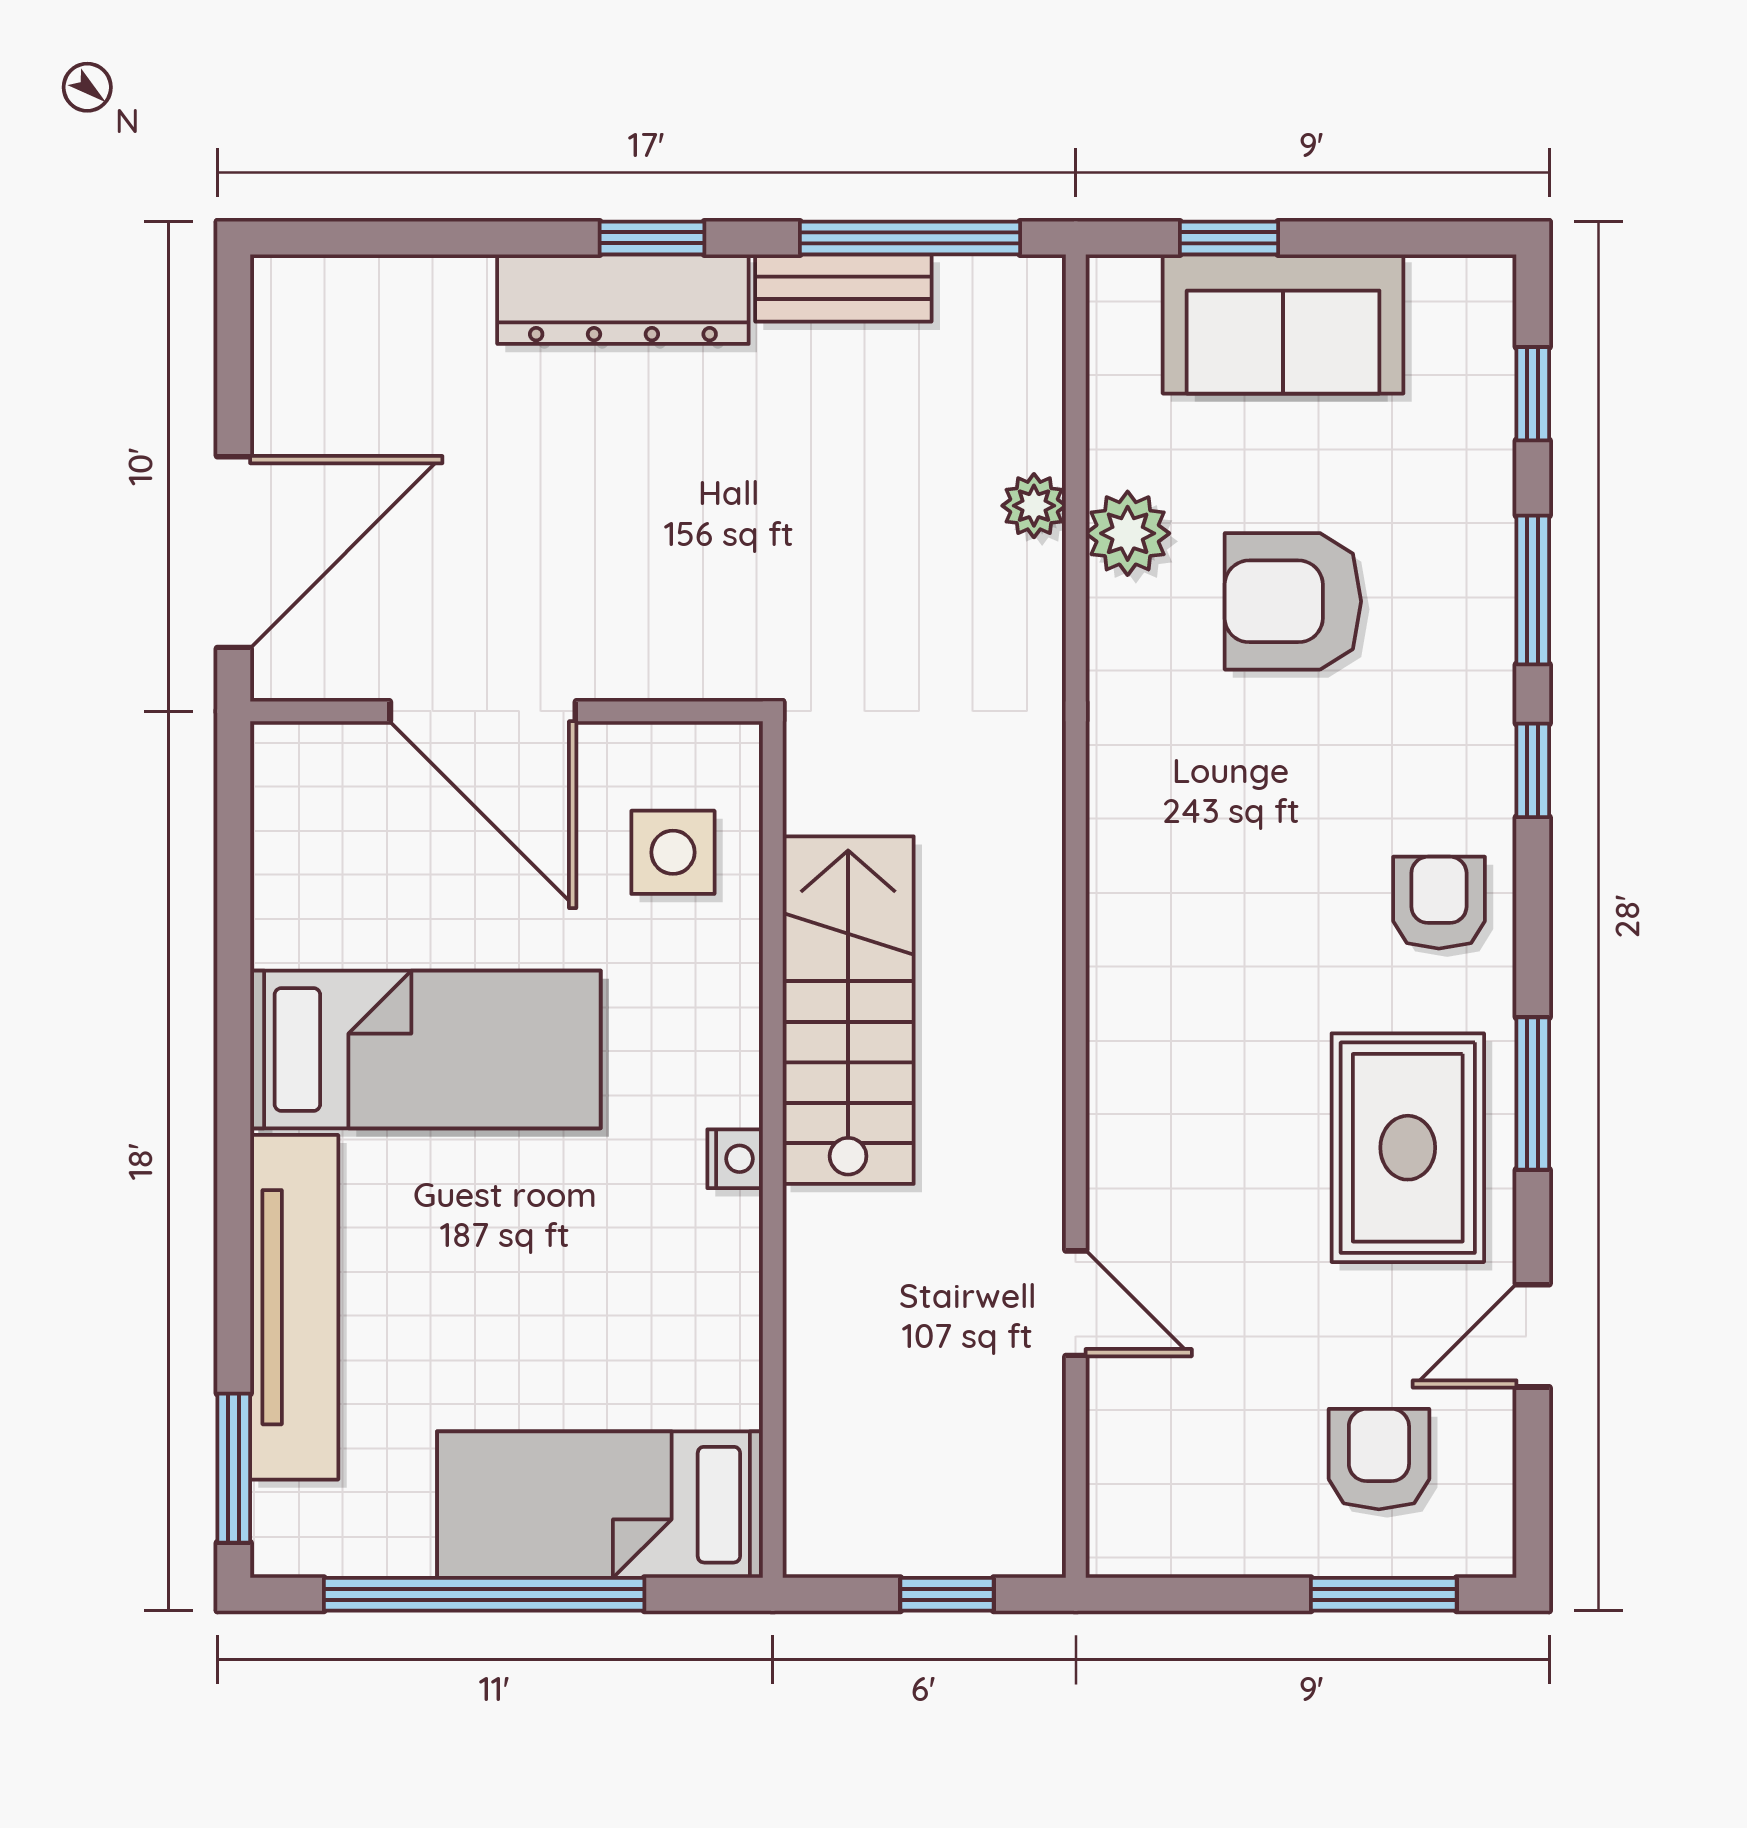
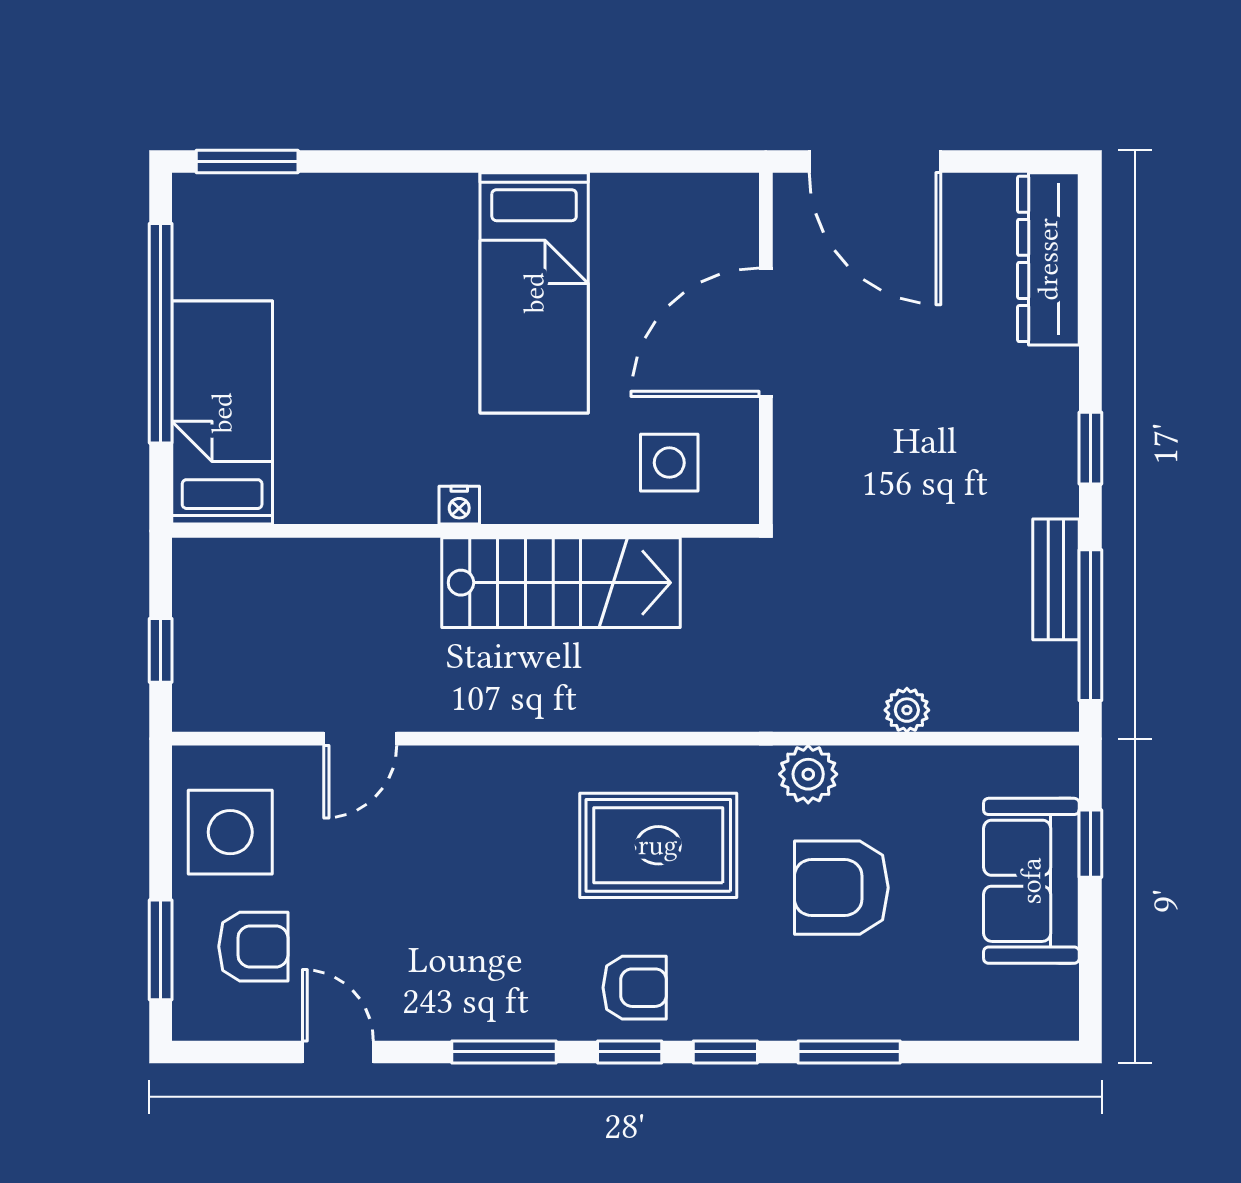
dresser: (623, 299) -> (1048, 259), moved
window: (1533, 394) -> (630, 1052), moved
plant: (1128, 533) -> (808, 774), moved
armchair: (1293, 601) -> (841, 888), turned -90
rug: (1408, 1148) -> (658, 845), moved
tv unit: (294, 1307) -> (357, 203), removed
side table: (1212, 1493) -> (230, 832), added

